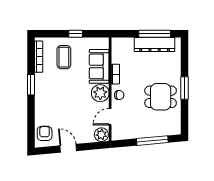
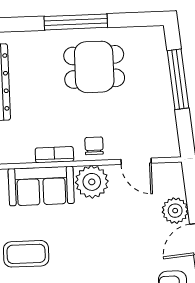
window: (185, 88) -> (76, 22), width x1.44
dining table: (161, 97) -> (94, 67), turned 90
plant: (101, 135) -> (175, 211), moved

